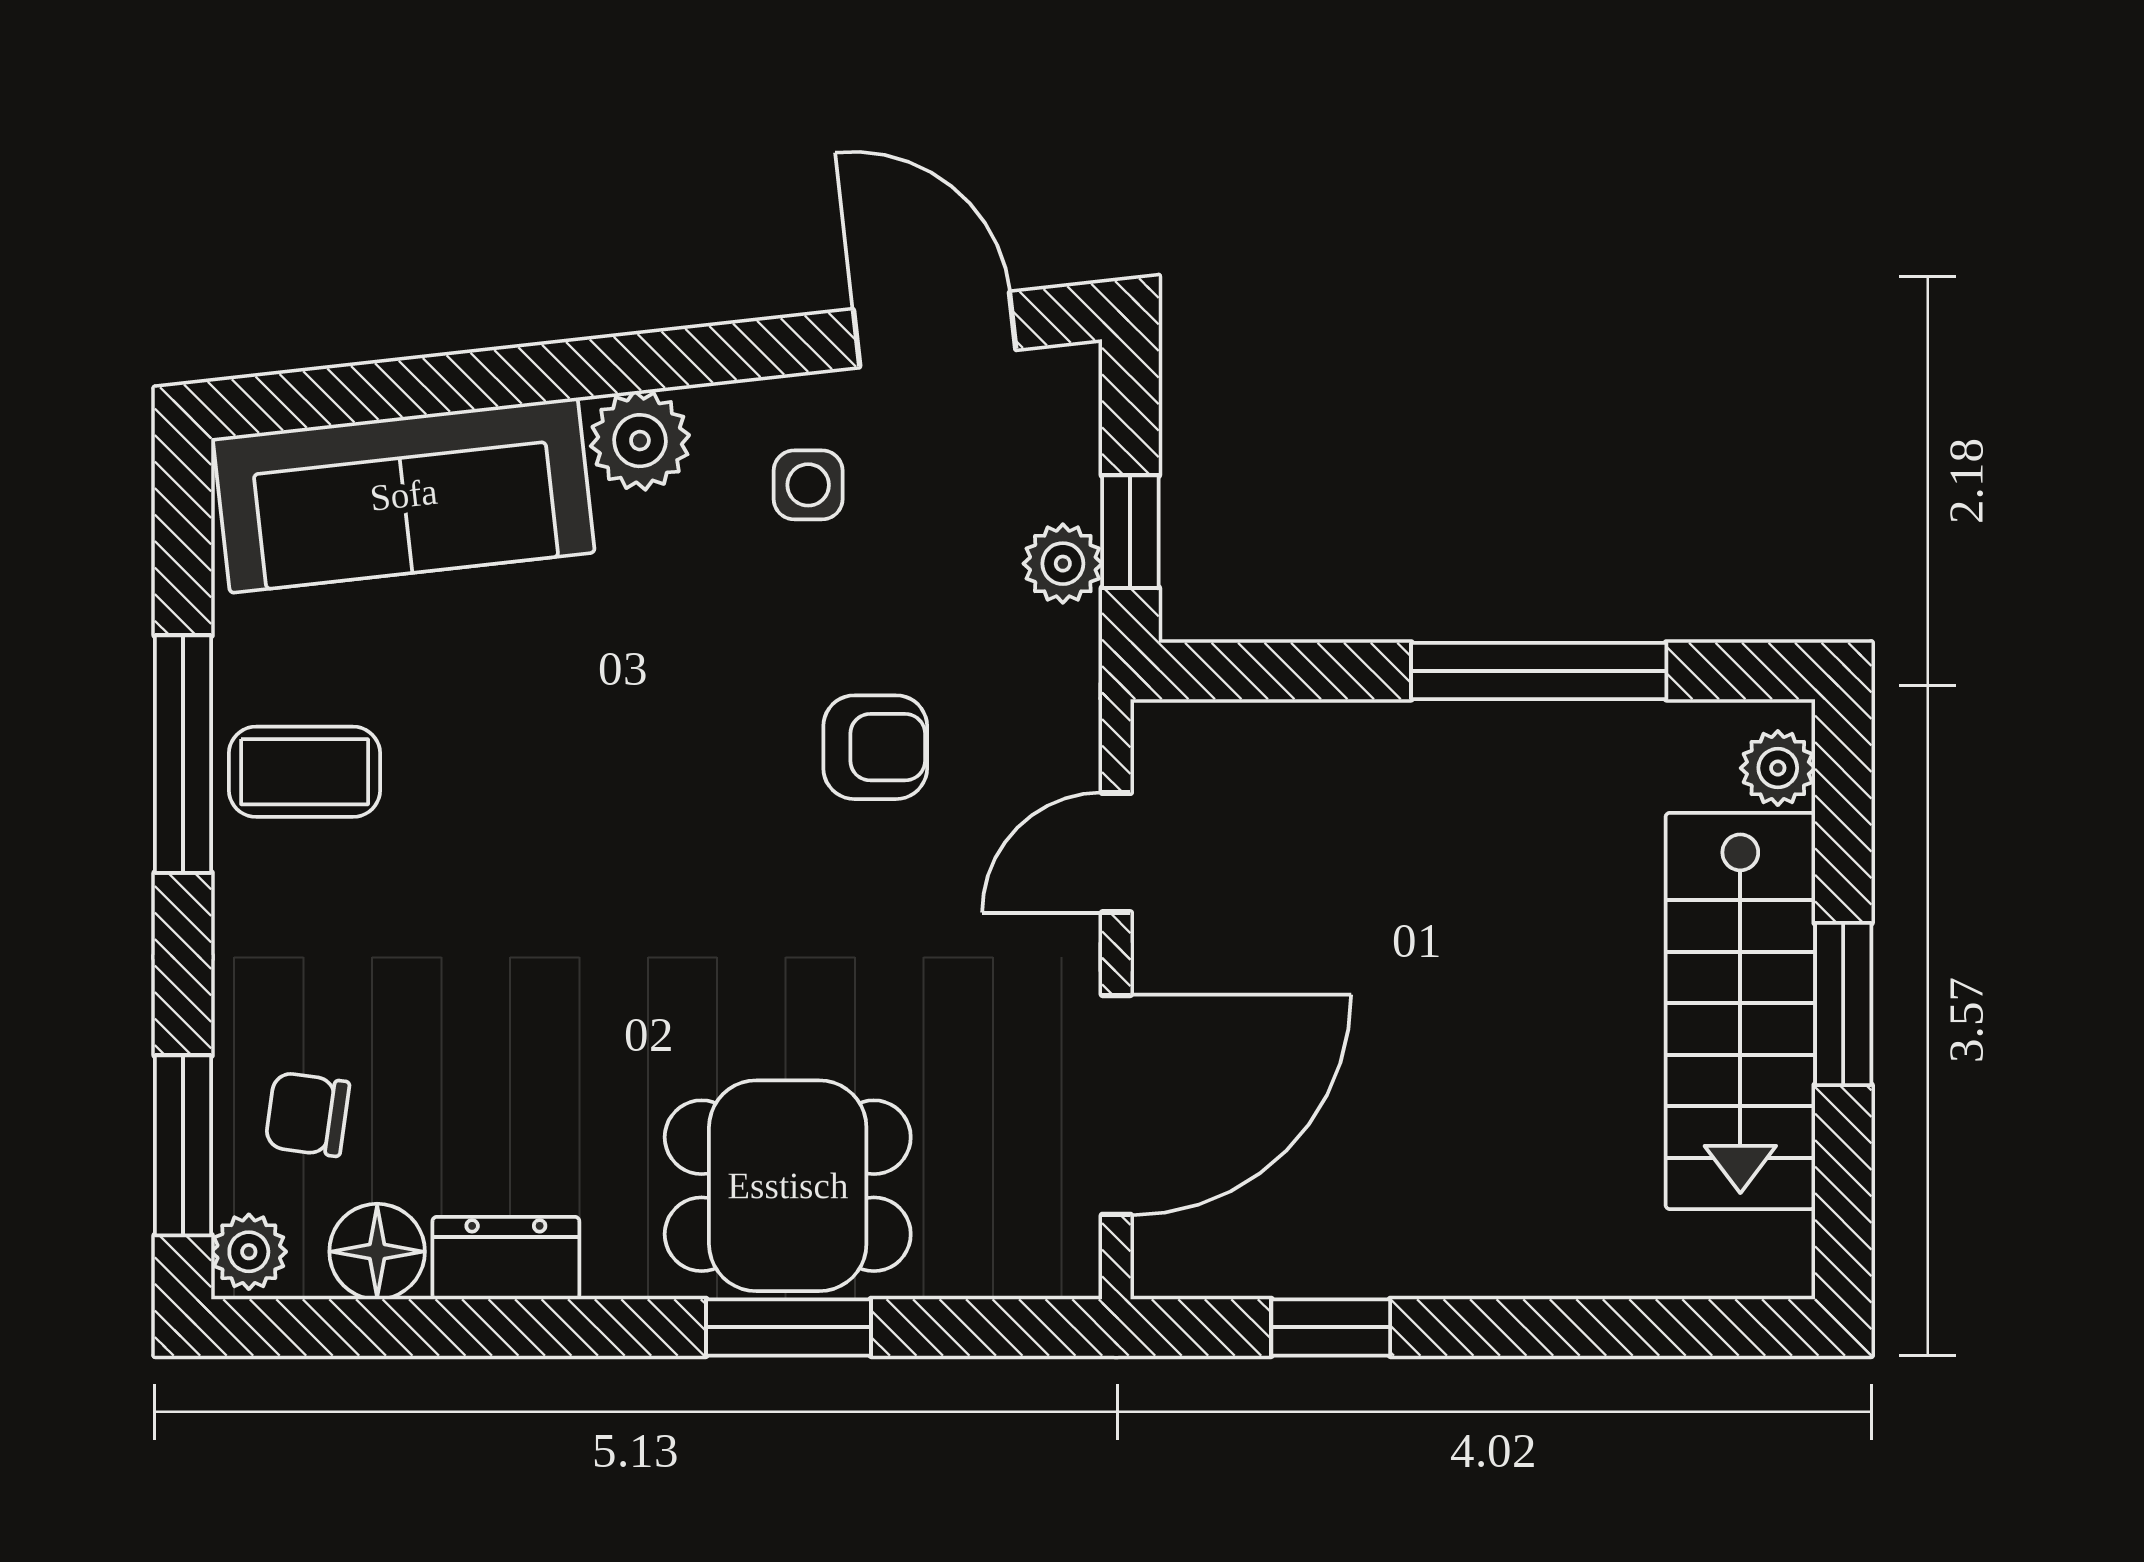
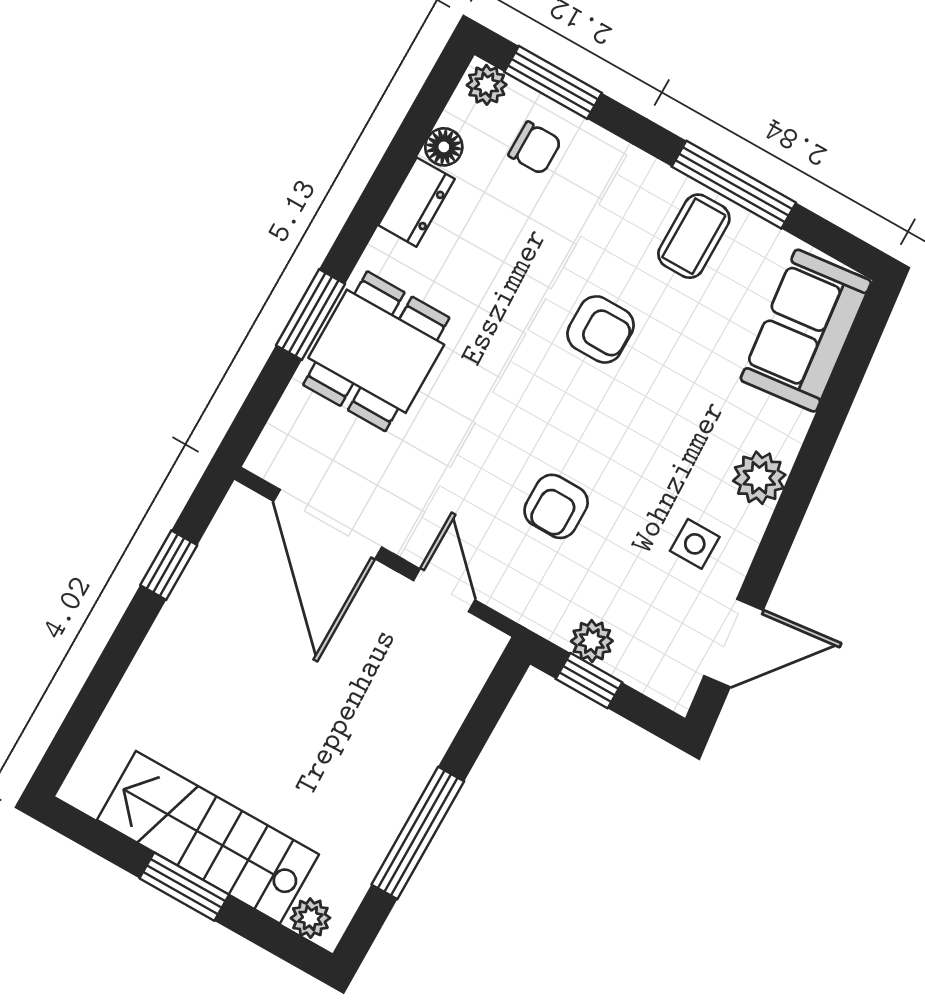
sofa: (404, 495) -> (806, 331), width x0.73
armchair: (544, 838) -> (601, 329), added
chair: (307, 1114) -> (535, 148), turned 82
floor lamp: (377, 1252) -> (444, 147), width x0.73, depth x0.73

